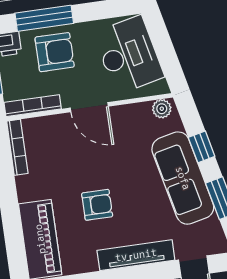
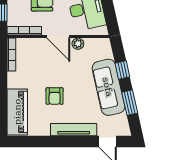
plant: (162, 109) -> (78, 44), moved
armchair: (97, 205) -> (55, 96), turned 90

